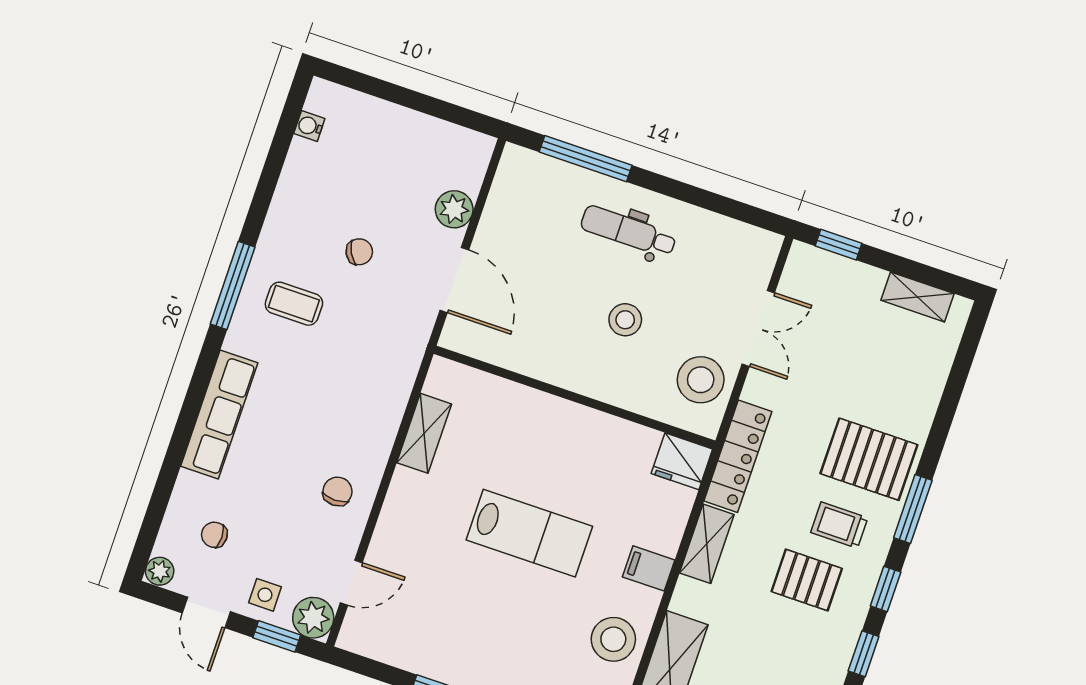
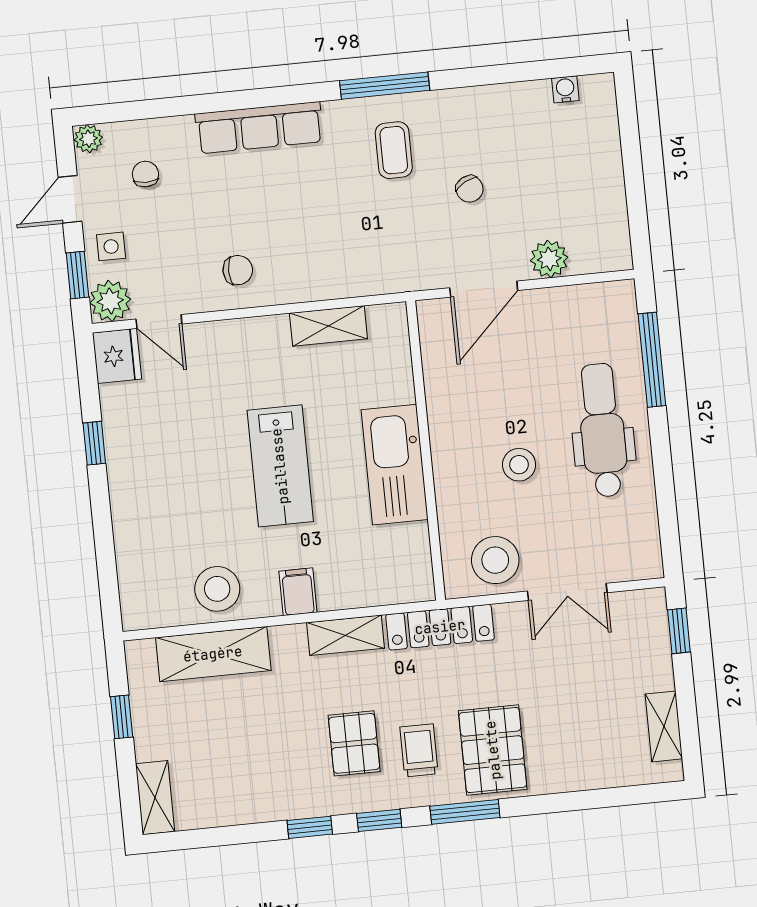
dental chair: (628, 231) -> (603, 430), width x1.36, depth x1.38
kitchen sink: (575, 431) -> (395, 465), added
fridge: (682, 461) -> (117, 356), moved, turned 180

